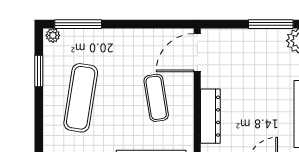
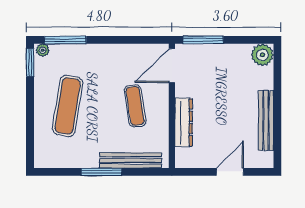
window: (271, 24) -> (203, 40), moved
window: (39, 71) -> (30, 62), moved

